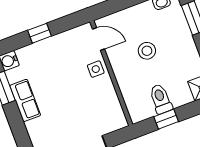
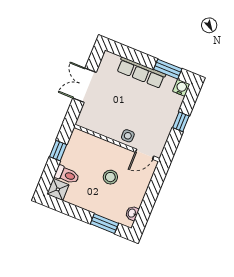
toilet: (161, 99) -> (67, 175), moved
row of seats: (25, 100) -> (141, 73), width x1.48

